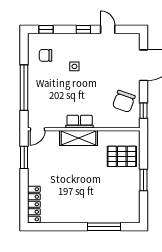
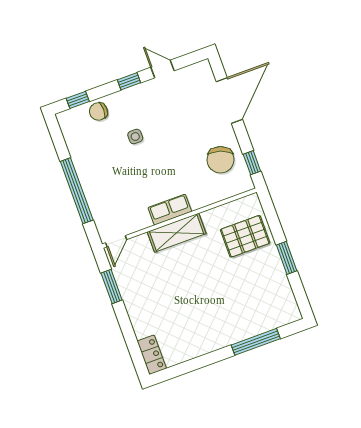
chair: (46, 55) -> (98, 111), moved
locker: (34, 204) -> (152, 355), width x0.66

